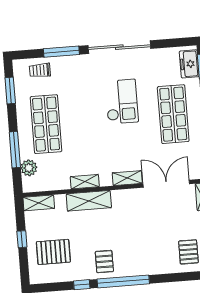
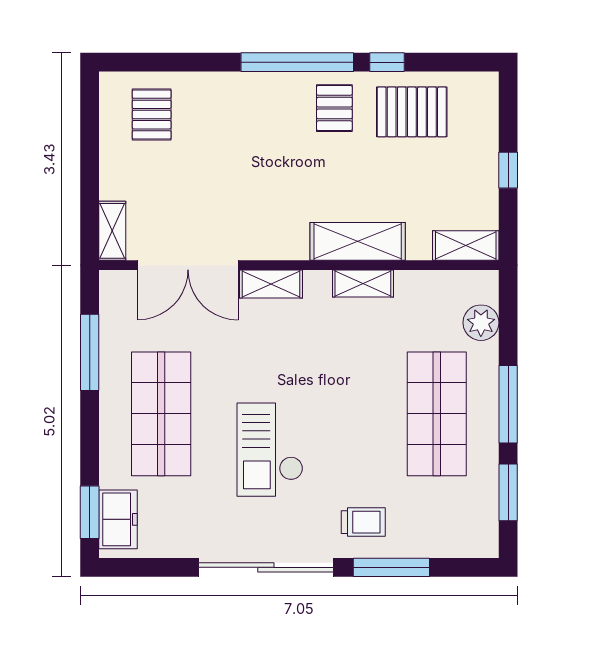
trolley: (40, 70) -> (363, 522), moved
window: (15, 150) -> (508, 404), moved
pallet: (53, 252) -> (412, 112), moved

